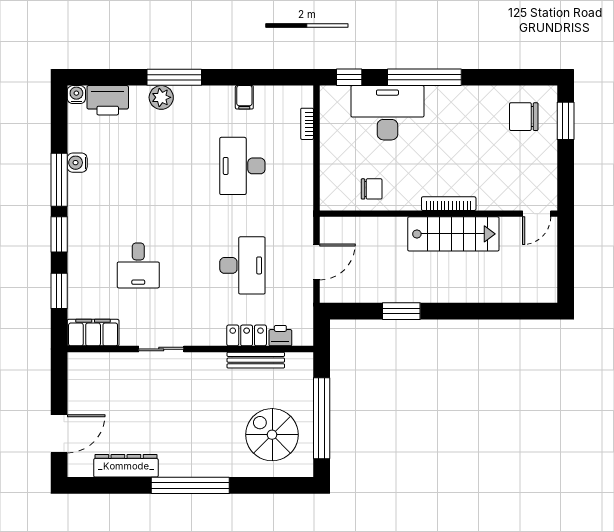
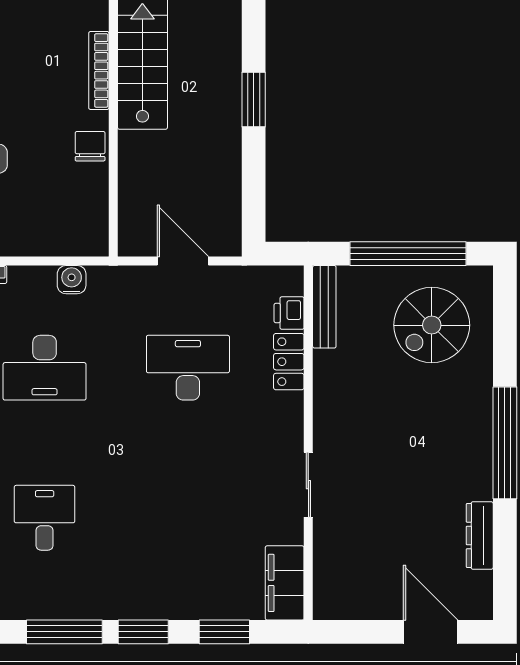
water cooler: (77, 163) -> (72, 280), moved, turned 180
chair: (372, 189) -> (90, 146), moved
desk: (138, 265) -> (45, 518), moved, turned -90
window: (401, 311) -> (254, 100), moved
bench: (256, 360) -> (324, 307), moved
dresser: (126, 466) -> (480, 535), width x0.73, depth x0.80

